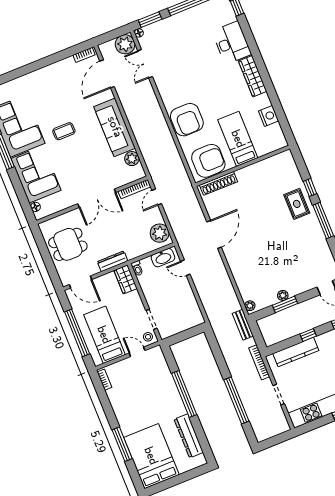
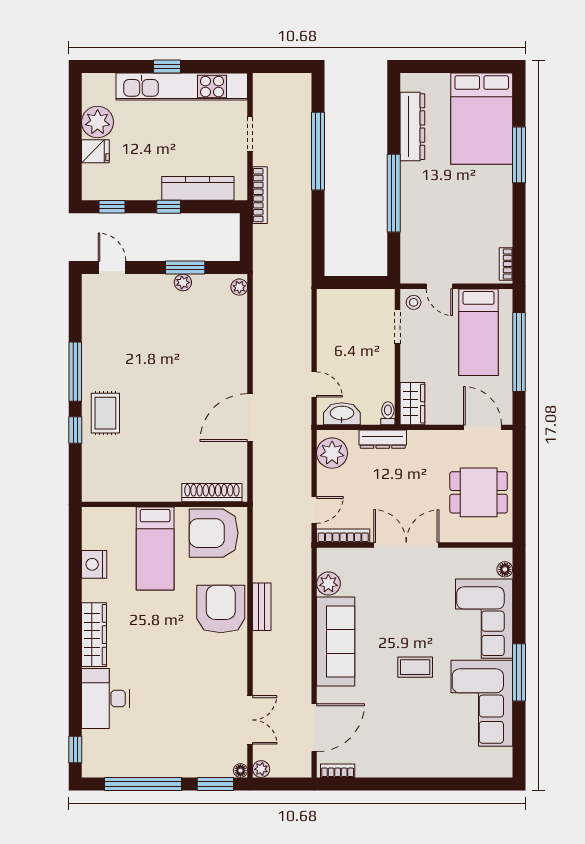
plant: (125, 44) -> (261, 769), width x0.53, depth x0.53
dresser: (113, 261) -> (383, 439), moved
bench: (243, 325) -> (262, 607), moved

